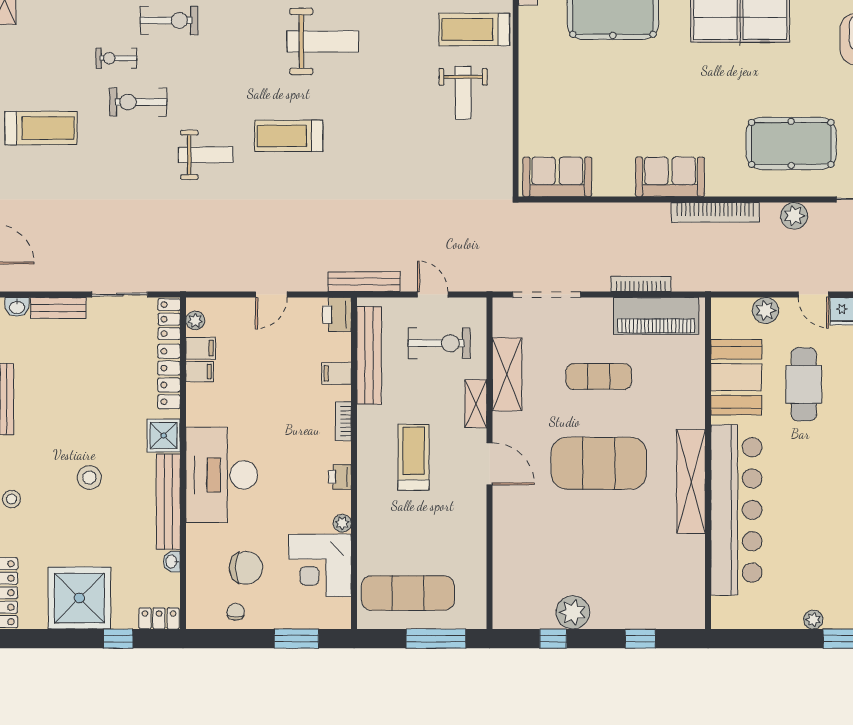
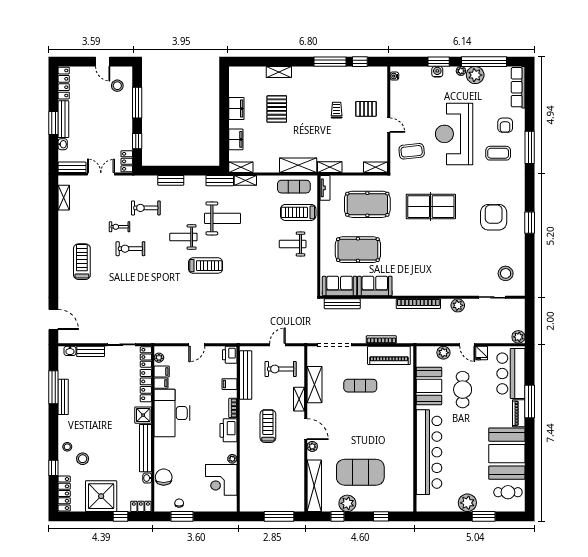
exercise bike: (169, 20) -> (146, 208), turned 180
weight bench: (463, 93) -> (293, 244), turned 90
treadmill: (41, 128) -> (82, 262), turned -90
treadmill: (289, 136) -> (206, 266), turned 180
pool table: (791, 143) -> (358, 250), moved
weight bench: (206, 155) -> (183, 237), moved, turned 180
sofa: (670, 177) -> (375, 286), moved
bench: (364, 282) -> (342, 304), moved
door: (433, 295) -> (277, 345), hinge flipped
exercise bike: (439, 343) -> (281, 369), turned 180
exercise mat: (599, 463) -> (360, 472), moved
desk: (222, 475) -> (172, 413), moved
printer: (340, 477) -> (228, 430), width x1.87, depth x1.48
stool: (89, 478) -> (83, 459), moved
shelving: (691, 481) -> (314, 486), moved
plant: (502, 498) -> (312, 446), added
chair: (246, 568) -> (164, 477), moved, turned -90
exercise mat: (408, 593) -> (265, 494), removed
plant: (813, 620) -> (467, 503), width x1.88, depth x1.88
window: (296, 639) -> (182, 516), moved

